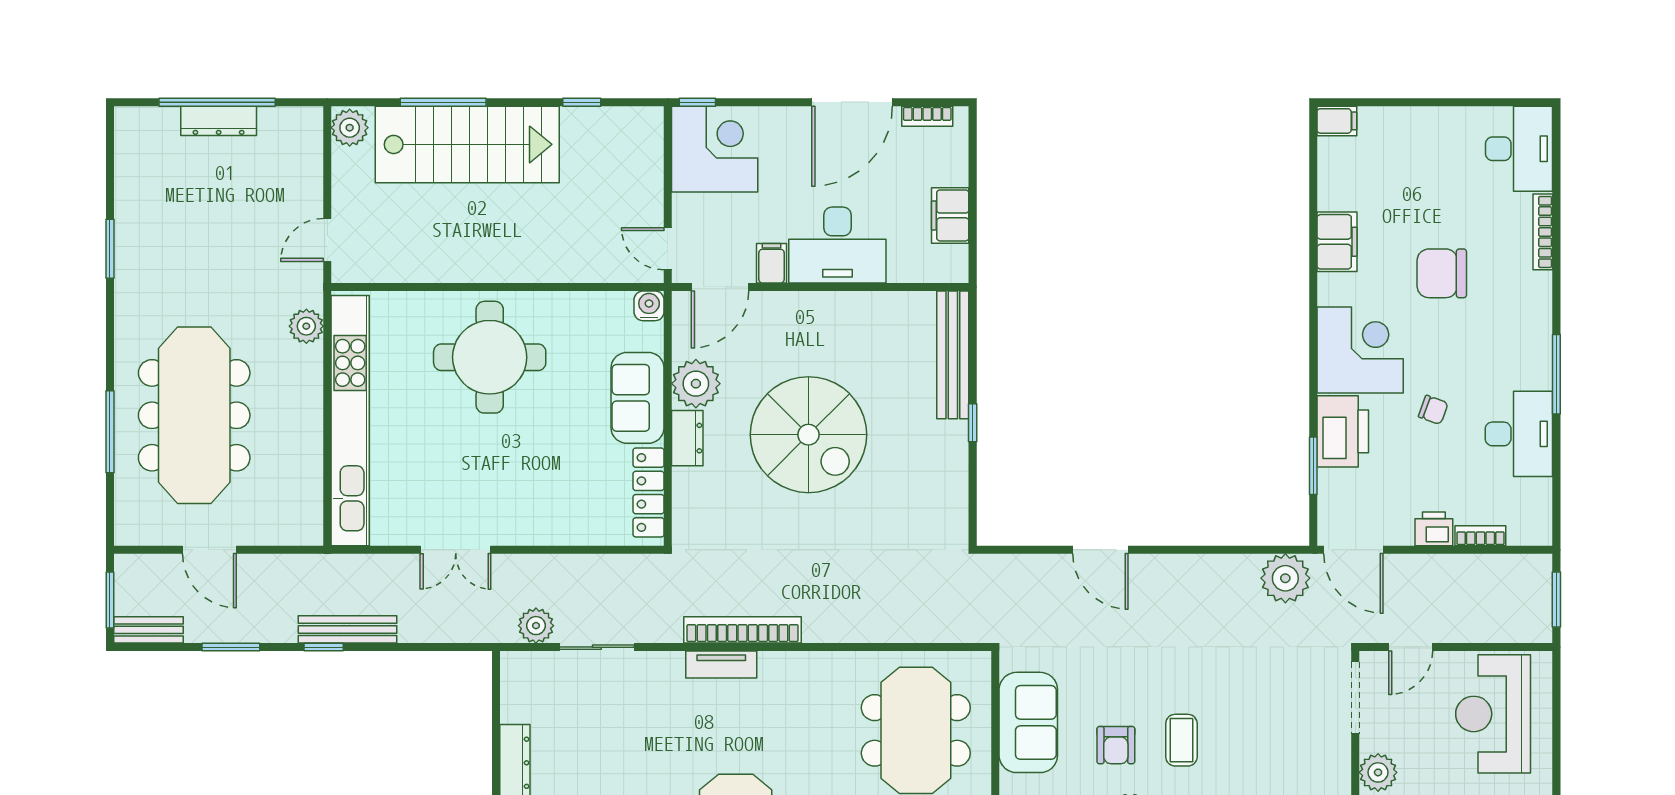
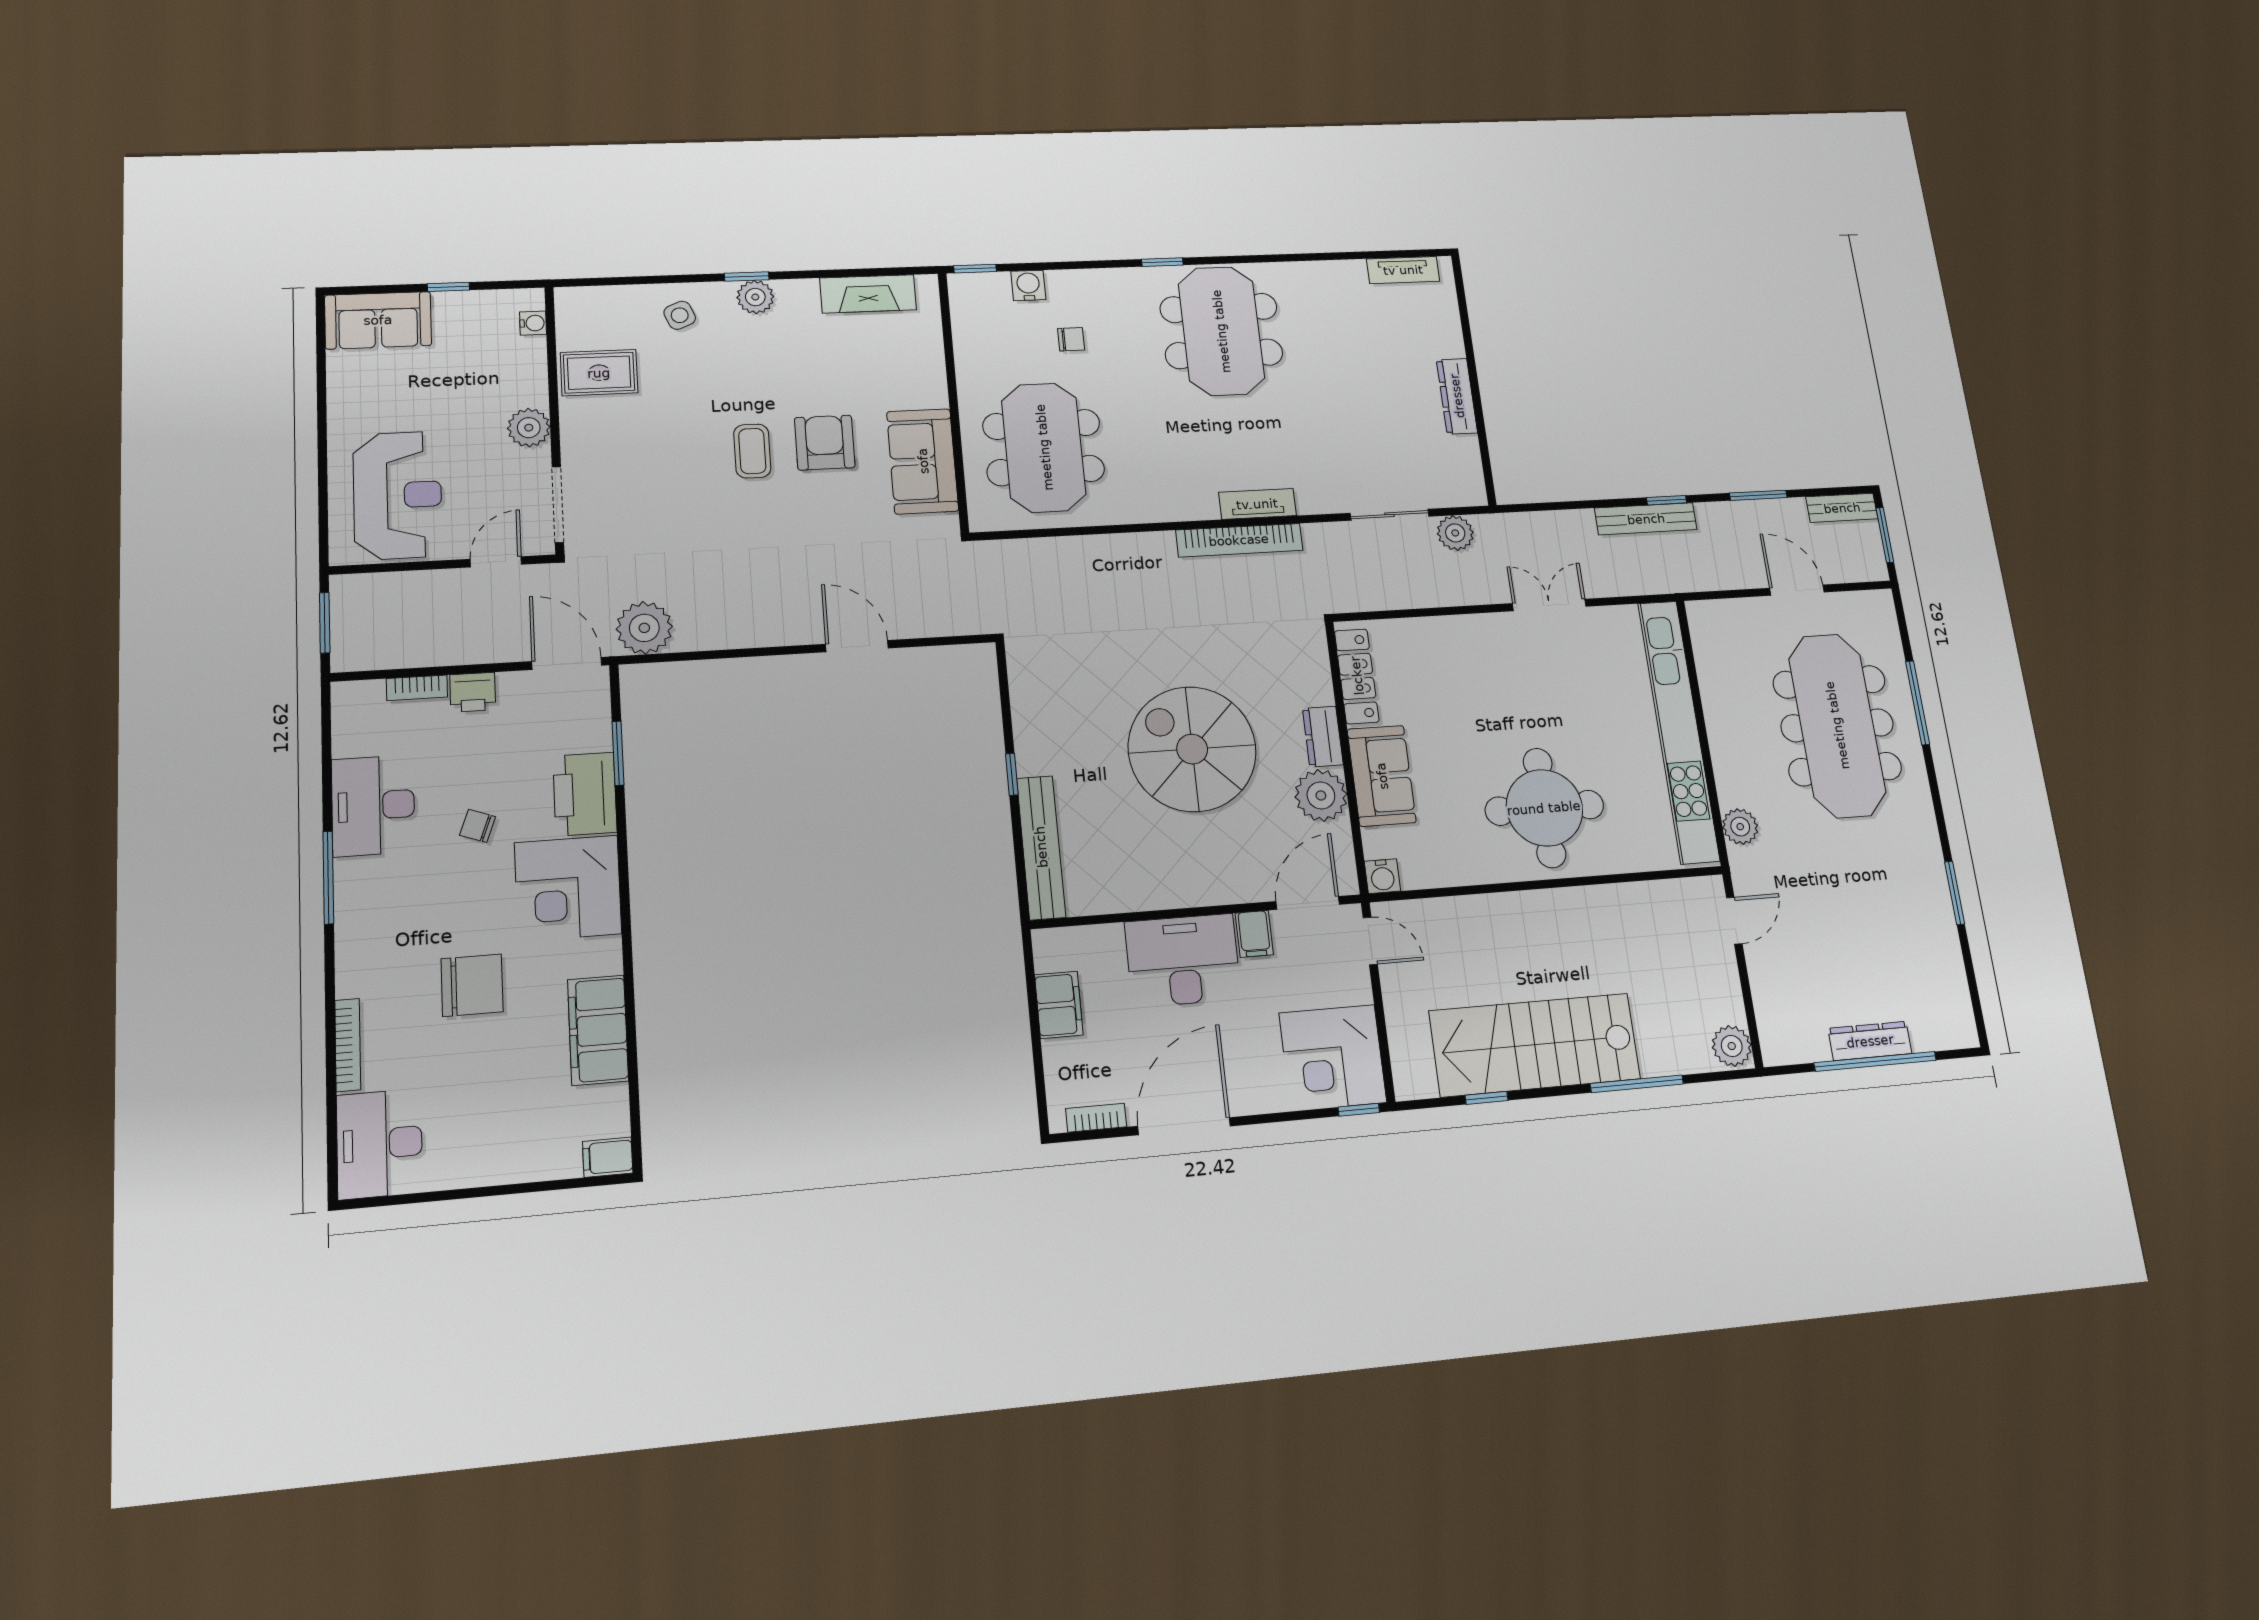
stairs: (467, 144) -> (1535, 1045), moved
filing cabinet: (1337, 242) -> (598, 1030), width x1.50, depth x1.17
armchair: (1116, 745) -> (825, 443), width x1.38, depth x1.38

